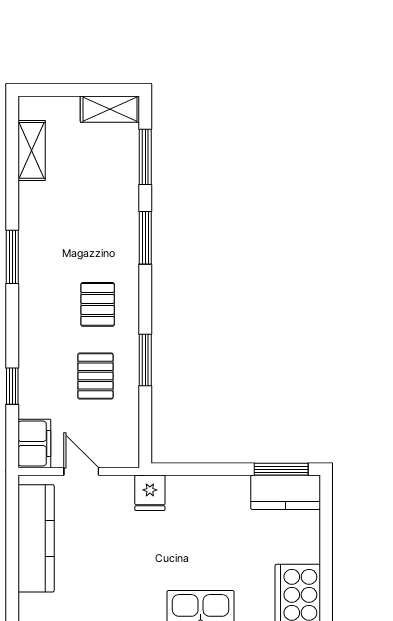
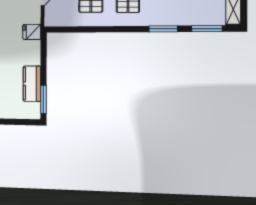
window: (145, 360) -> (99, 29), removed
kitchen counter: (286, 492) -> (32, 84), moved

